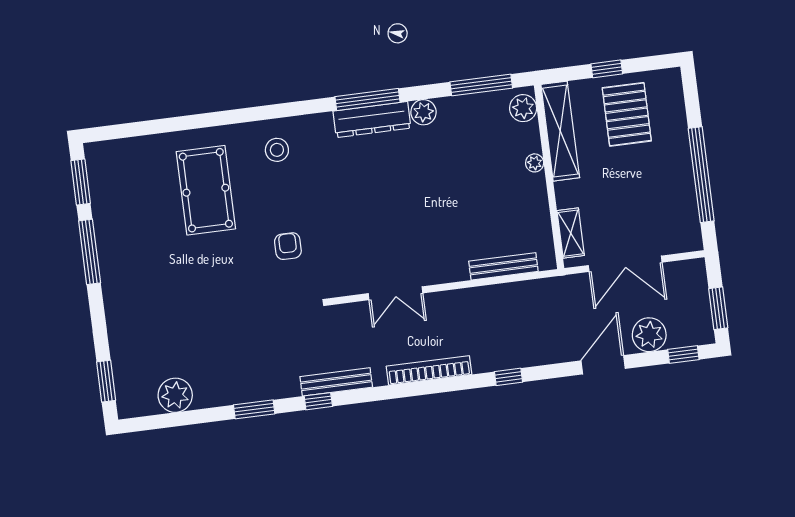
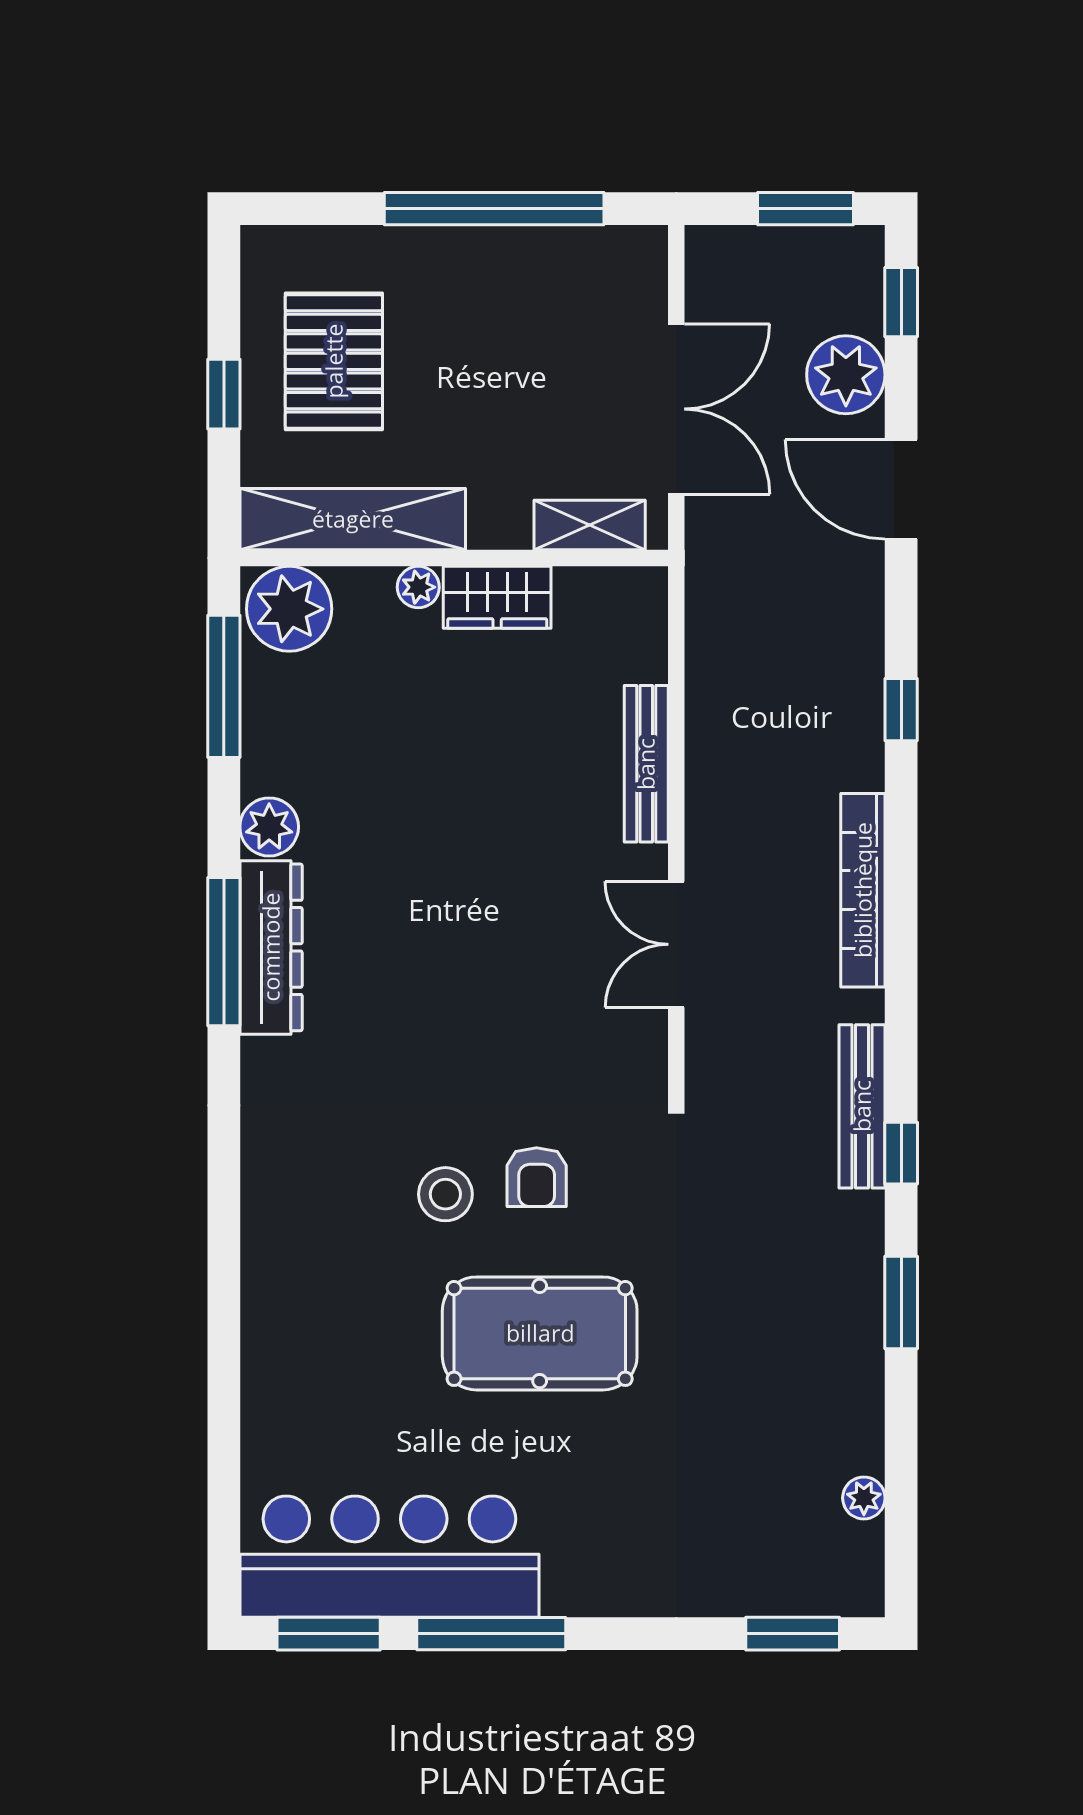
plant: (523, 108) -> (289, 609), width x1.36, depth x1.36
pallet: (627, 114) -> (334, 361), turned 90
stool: (277, 150) -> (445, 1194), moved
pool table: (206, 190) -> (540, 1333), moved
wardrobe: (535, 197) -> (497, 597), added
bar counter: (117, 204) -> (389, 1557), added
armchair: (288, 246) -> (537, 1177), turned -90
bench: (503, 266) -> (646, 764), moved
double door: (396, 293) -> (676, 944), swing flipped
plant: (175, 395) -> (864, 1498), width x0.53, depth x0.53

